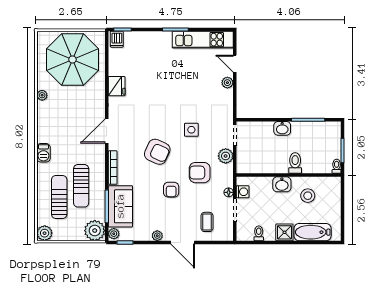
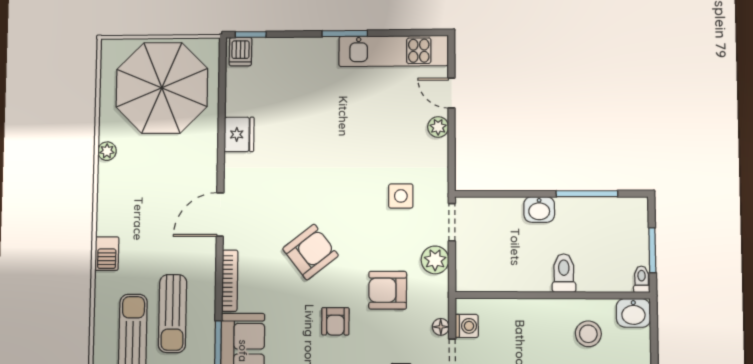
side table: (191, 130) -> (401, 196), moved
armchair: (157, 152) -> (310, 252), turned -63
washbasin: (282, 184) -> (633, 313), moved

